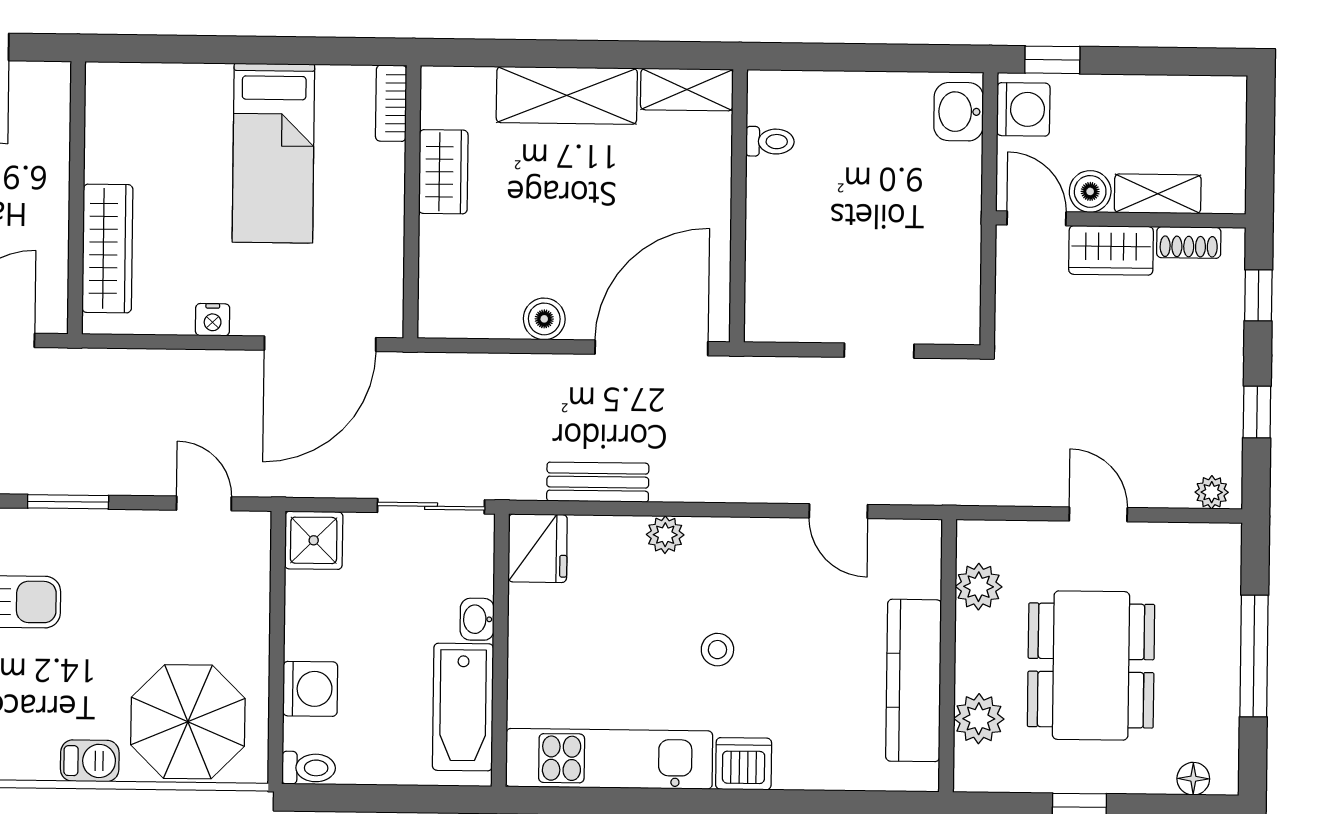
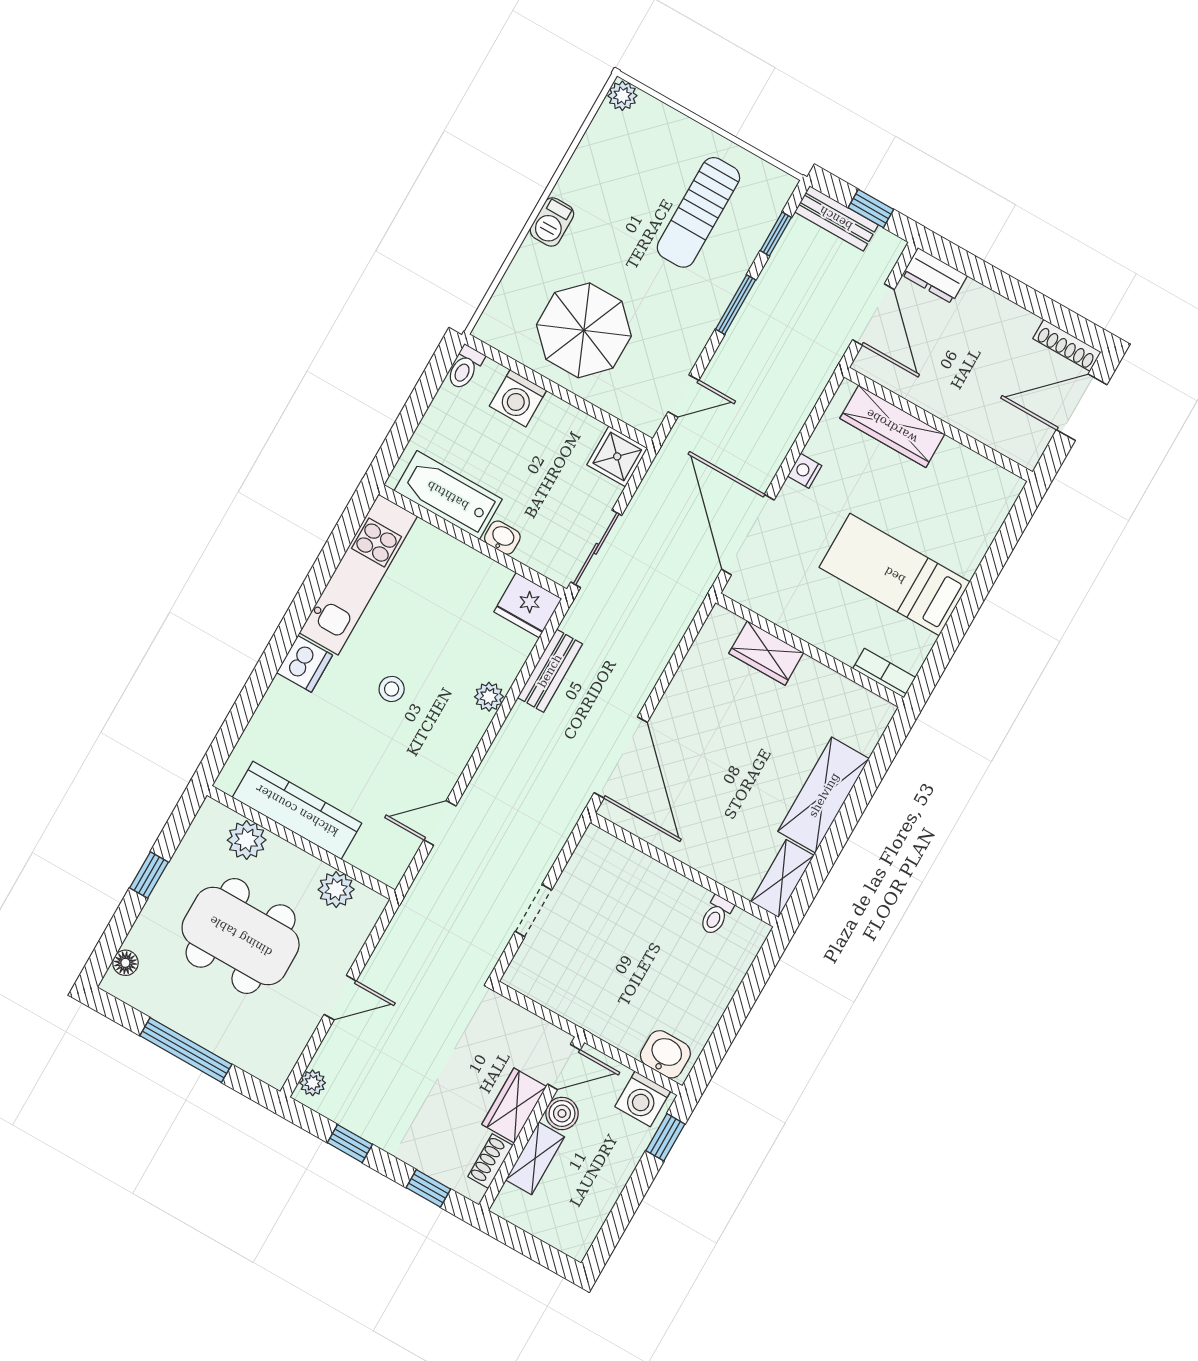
wardrobe: (443, 172) -> (766, 653), moved
boiler: (544, 319) -> (681, 696), removed
parasol: (188, 722) -> (584, 330), moved

